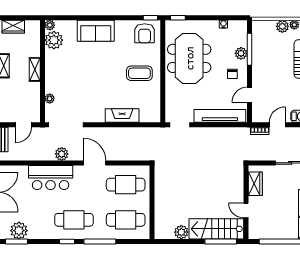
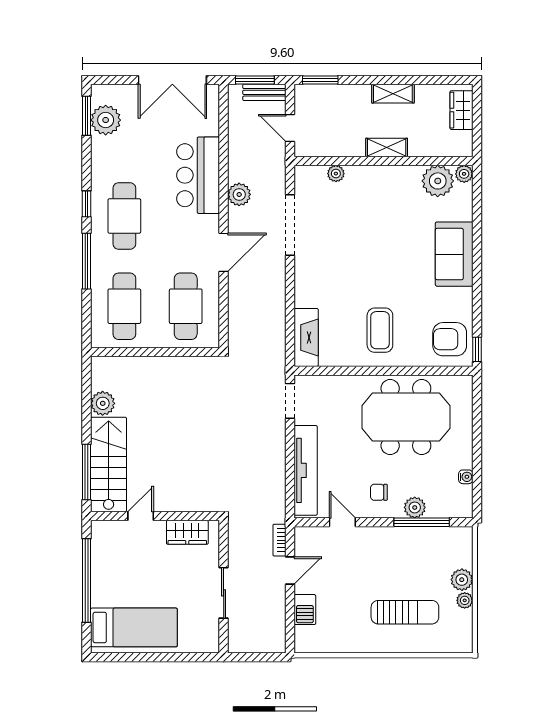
window: (178, 18) -> (477, 397), removed
fireplace: (122, 116) -> (306, 337), moved
doorway: (66, 125) -> (290, 225), moved
door: (277, 125) -> (290, 571), hinge flipped

